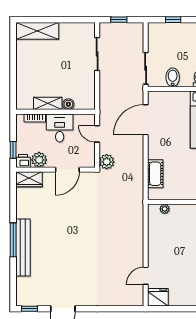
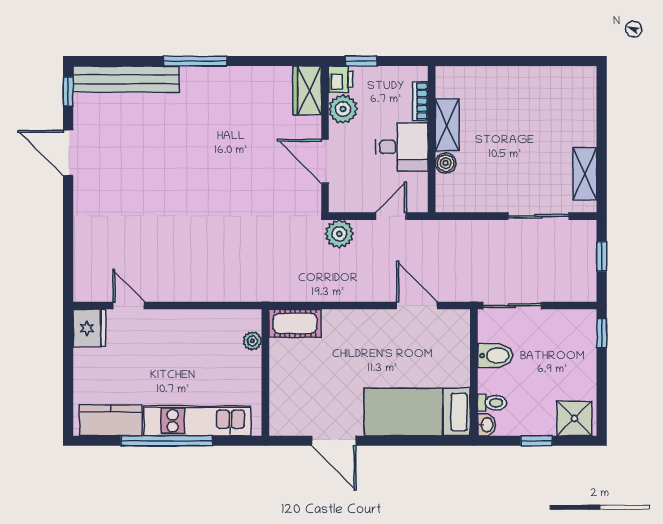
window: (173, 20) -> (602, 333), moved
shelving: (37, 31) -> (585, 174), moved, width x0.67, depth x0.75
door: (146, 120) -> (417, 305), width x0.73
cot: (155, 174) -> (295, 323), moved
bench: (23, 247) -> (126, 79), moved

